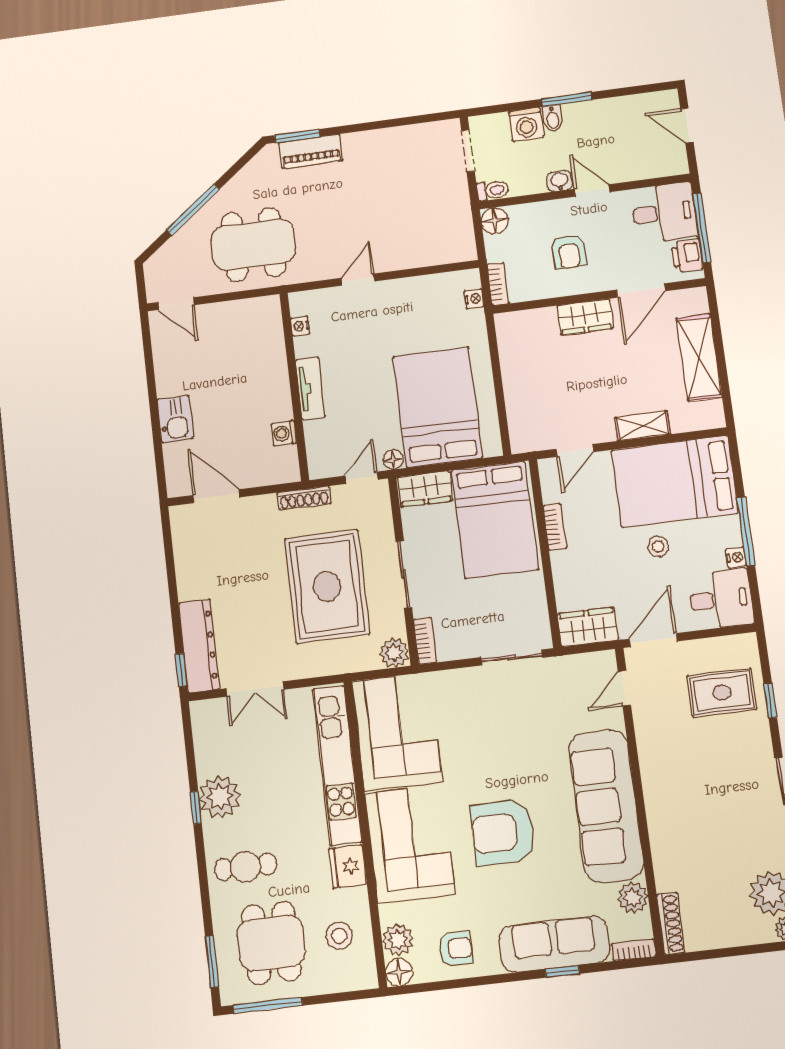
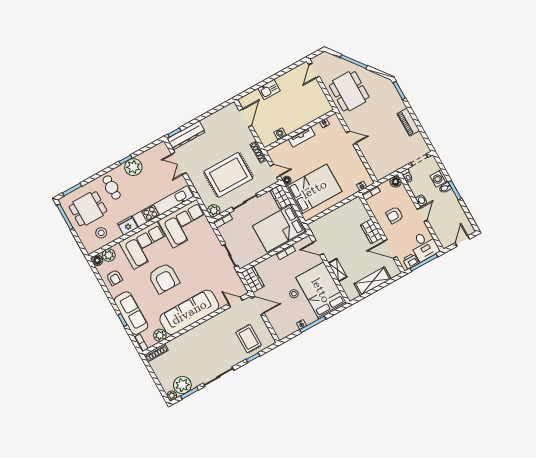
piano: (311, 151) -> (408, 122), moved
desk: (721, 599) -> (283, 325), removed
armchair: (503, 832) -> (164, 278), turned 180

